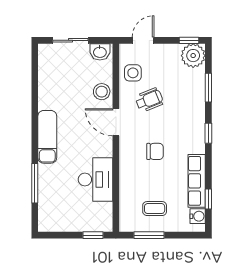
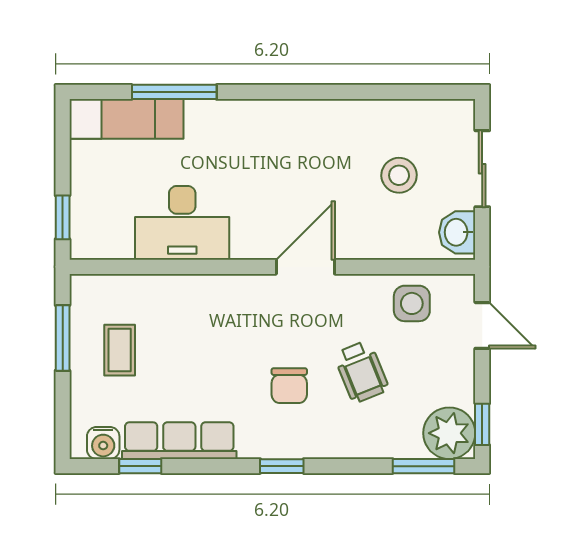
window: (208, 88) -> (423, 466), moved
stool: (102, 92) -> (399, 175), moved
wheelchair: (149, 100) -> (361, 372), moved
exam couch: (47, 137) -> (126, 119), moved
chair: (155, 151) -> (289, 386), moved

